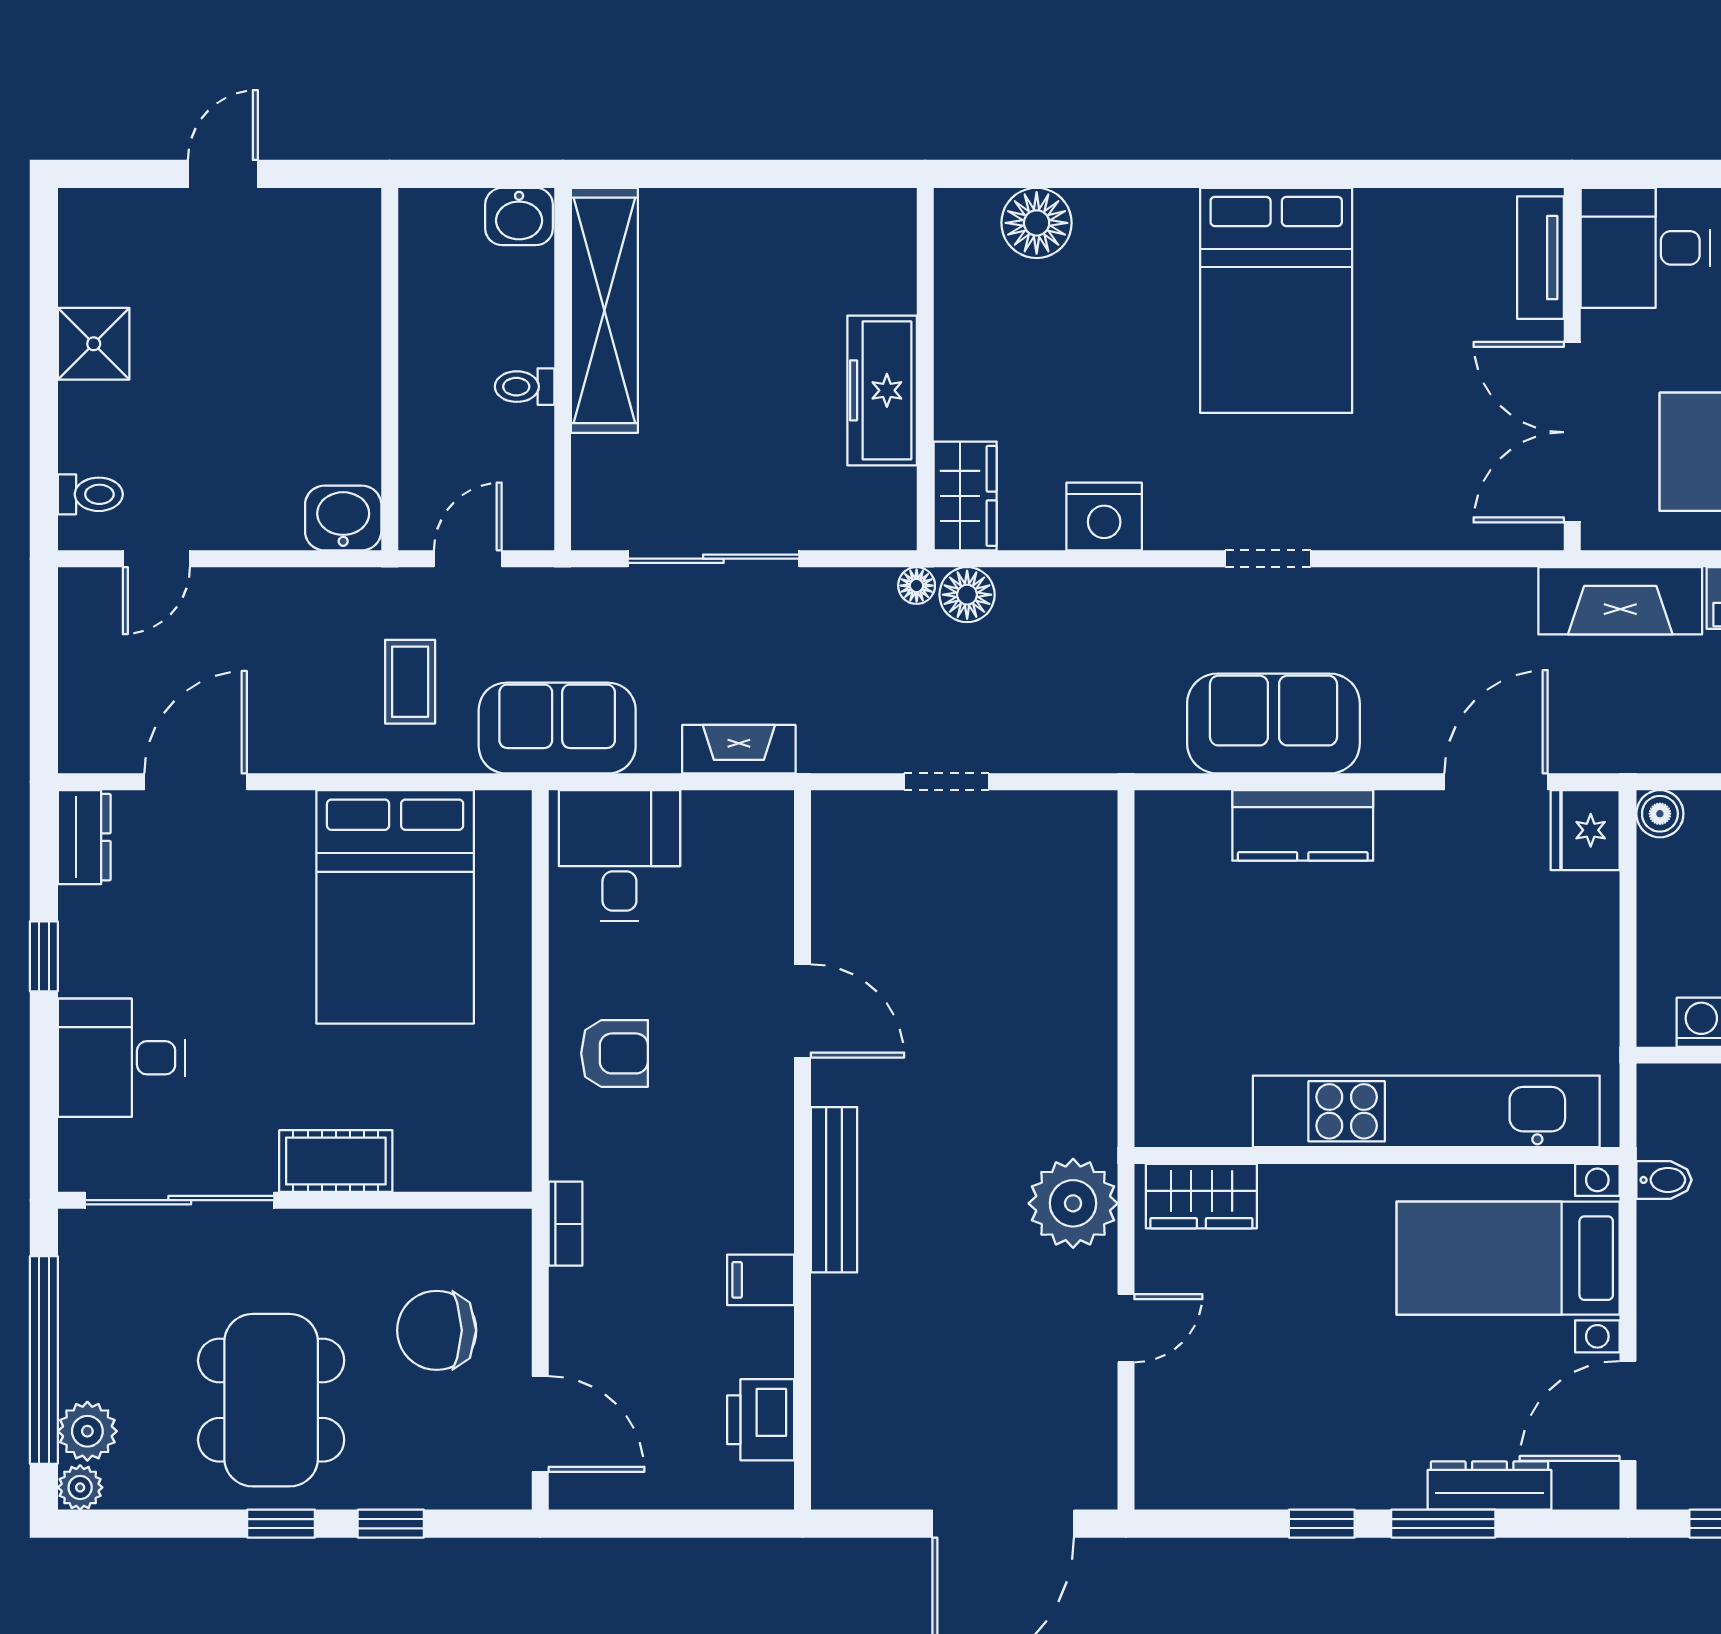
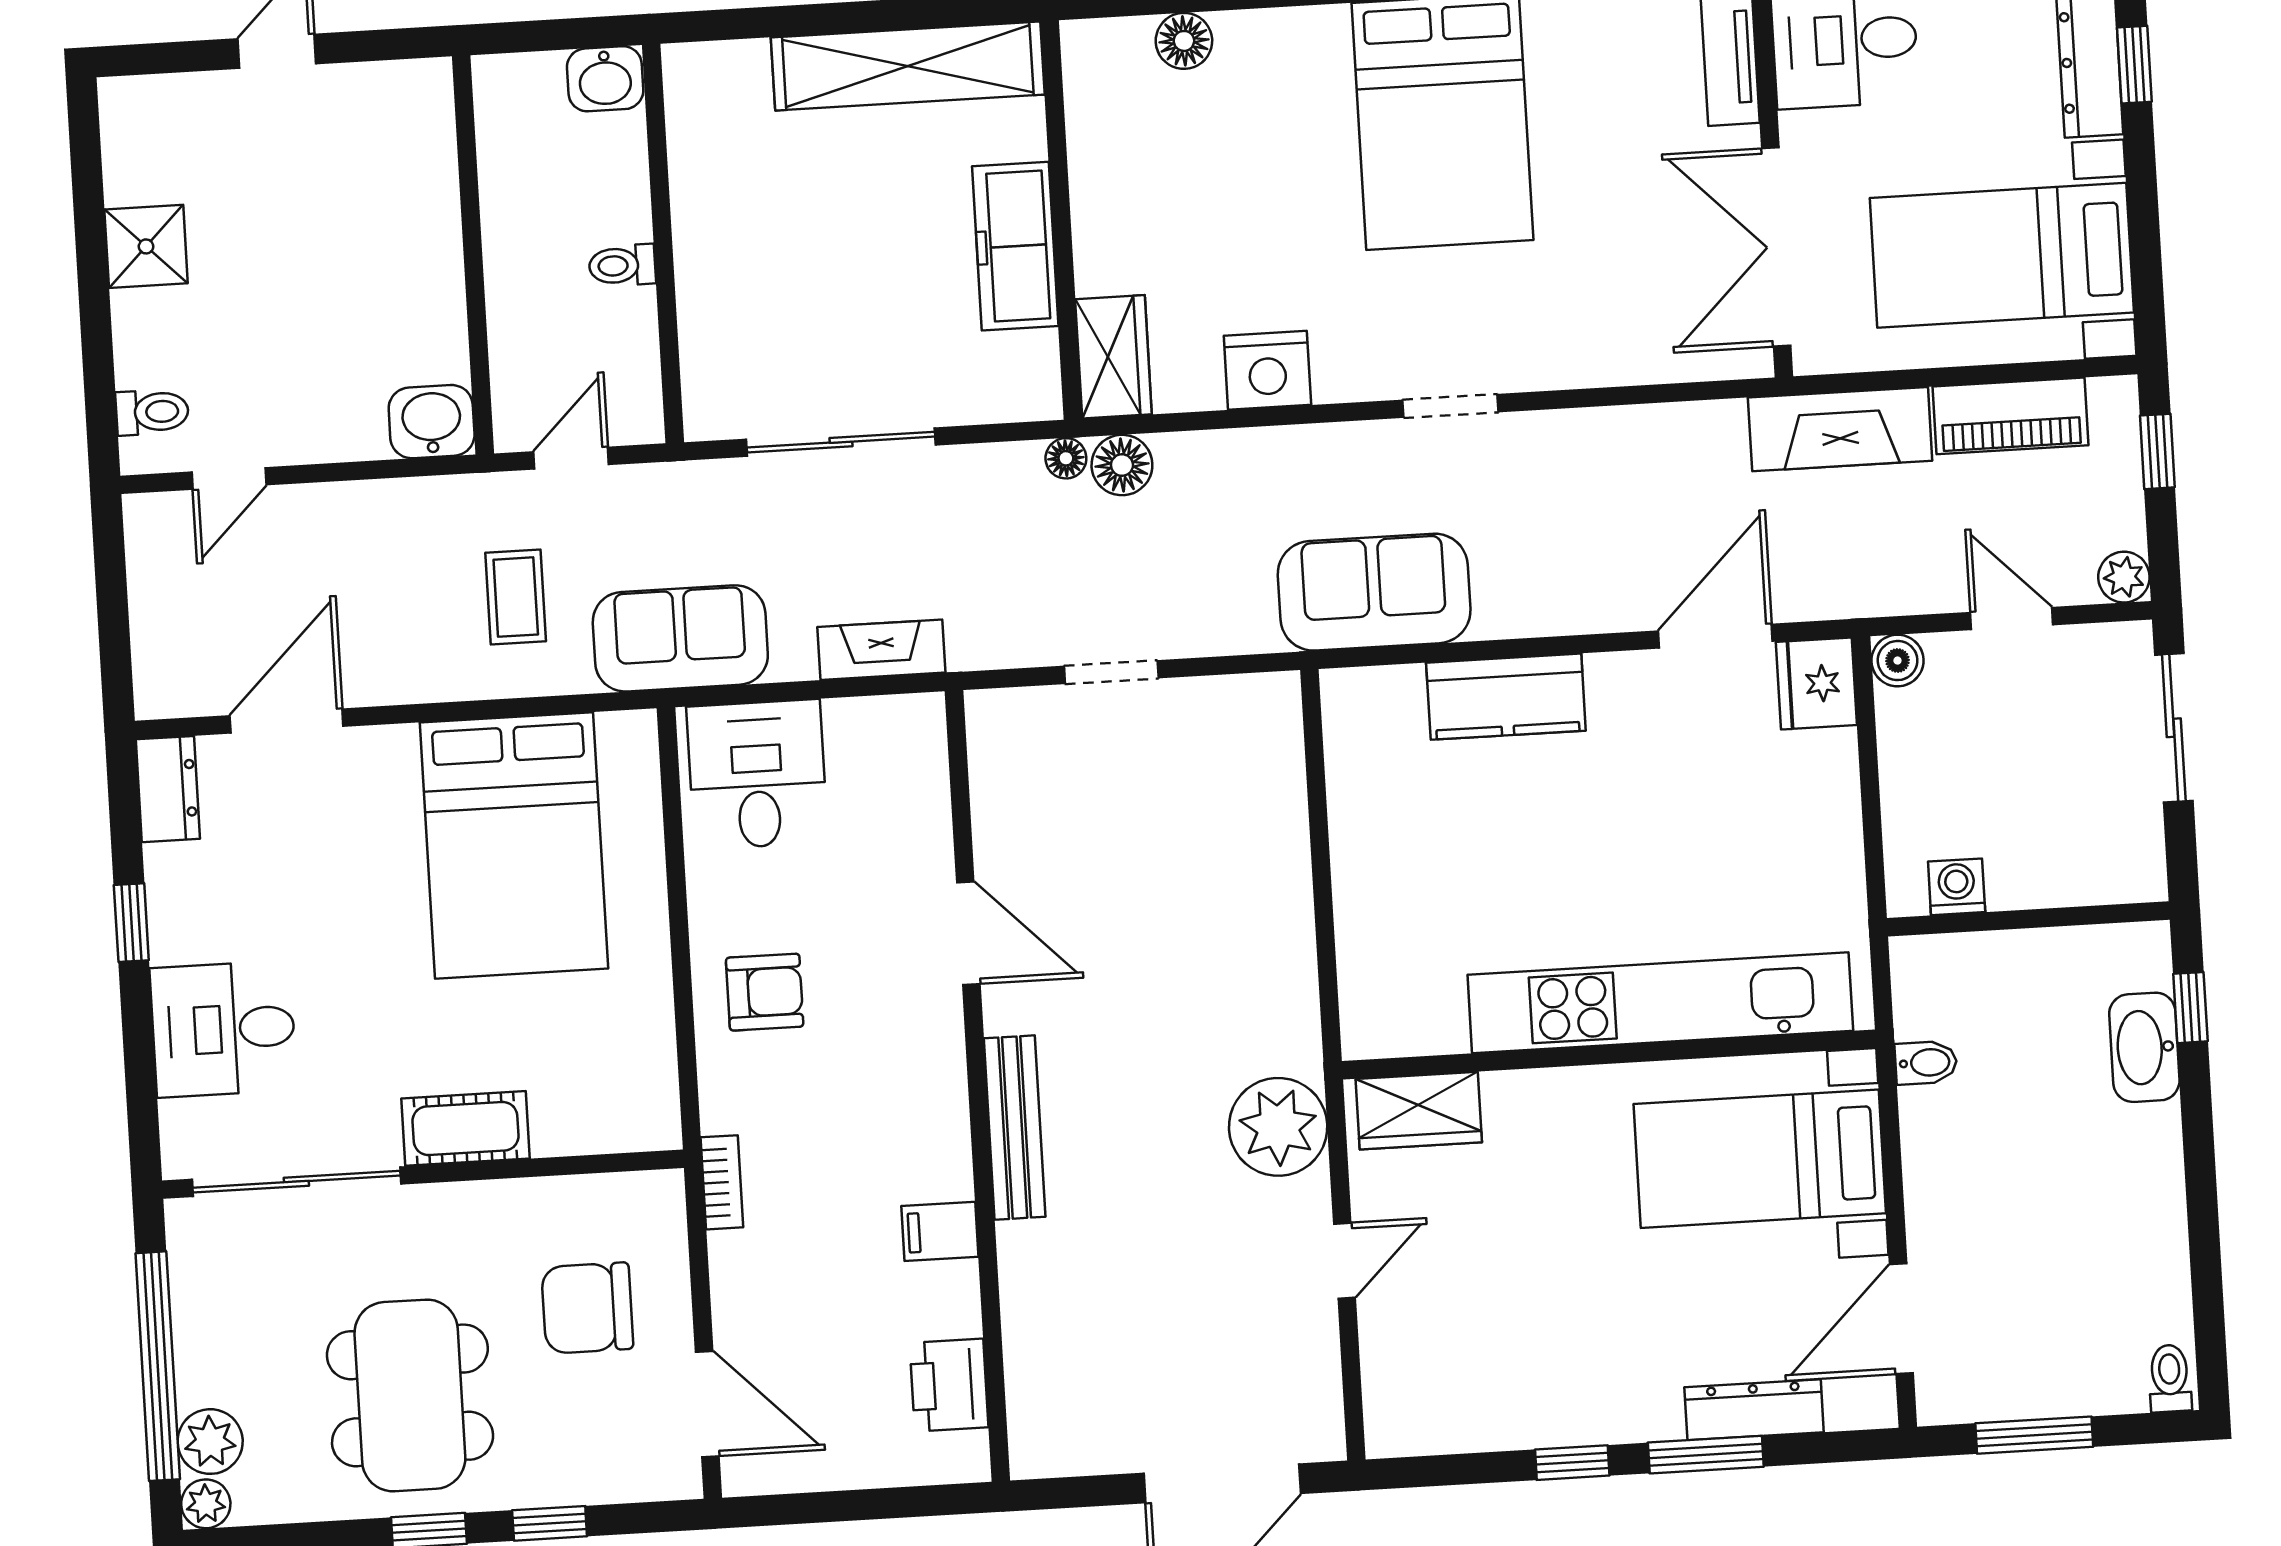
floor lamp: (1037, 223) -> (1184, 41), width x0.73, depth x0.73
shelving: (604, 310) -> (908, 66), moved, turned 90
sofa: (1273, 724) -> (1374, 592), moved

